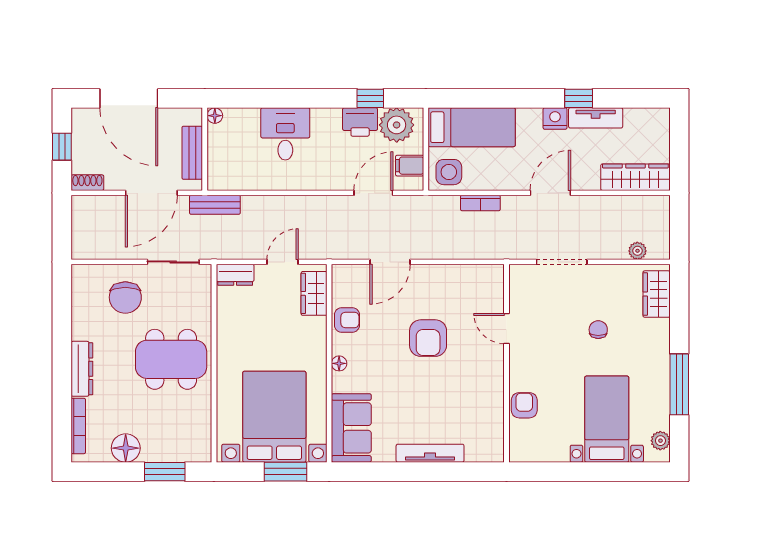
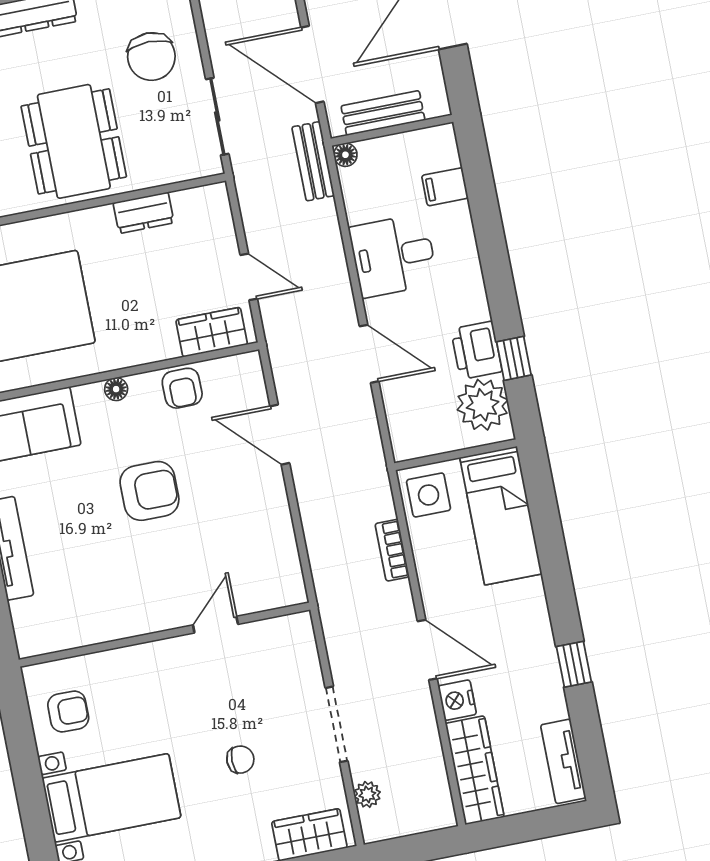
floor lamp: (215, 116) -> (345, 155), moved
nightstand: (555, 118) -> (457, 700), moved, turned 180
tv unit: (596, 118) -> (563, 761), moved
desk: (285, 134) -> (393, 256), moved, turned 180
filing cabinet: (410, 166) -> (445, 187), moved, turned -90
door: (373, 193) -> (369, 354), moved
doorway: (562, 262) -> (337, 724), moved
dresser: (235, 275) -> (144, 213), moved, turned -90
chair: (125, 297) -> (151, 57), turned -90
armchair: (428, 338) -> (149, 491), moved, turned 180
armchair: (524, 405) -> (68, 712), moved

